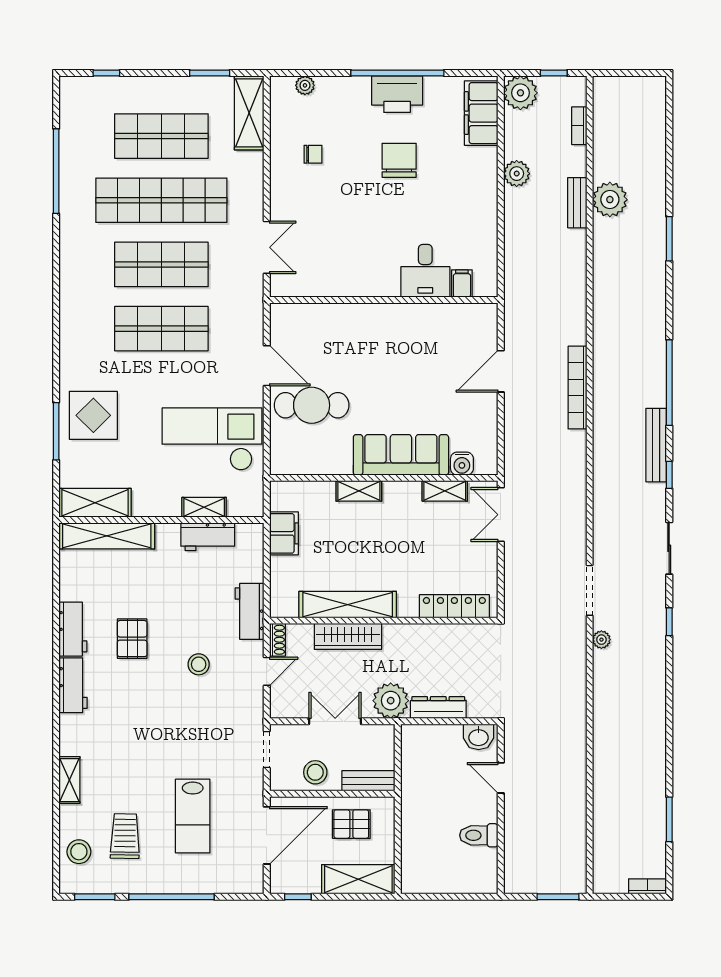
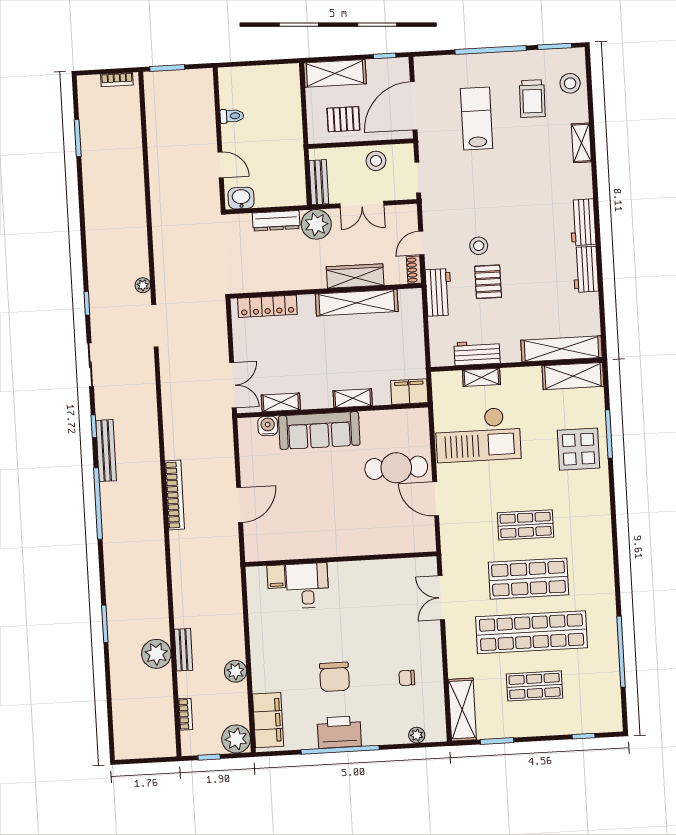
shop shelf: (161, 136) -> (535, 686), width x0.70, depth x0.74
shop shelf: (161, 329) -> (526, 525), width x0.70, depth x0.74
filing cabinet: (284, 533) -> (409, 392), moved, turned 90
pallet: (132, 639) -> (488, 282), moved
bench: (368, 781) -> (319, 182), moved, turned 90
toilet: (479, 835) -> (232, 116), width x0.73, depth x0.72
bookcase: (647, 886) -> (117, 80), moved

